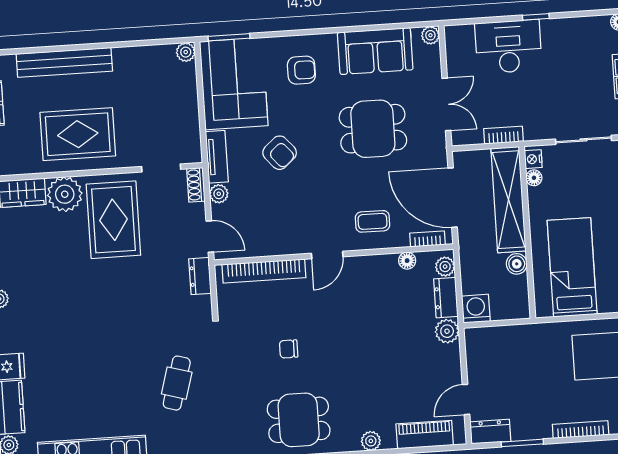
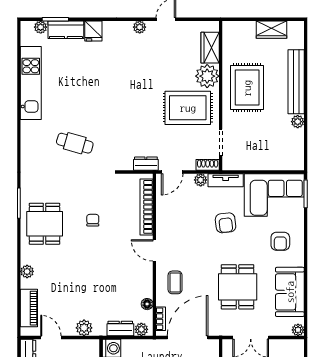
plant: (186, 52) -> (298, 122), moved
armchair: (280, 153) -> (226, 223), turned -56
plant: (447, 331) -> (84, 328), moved

